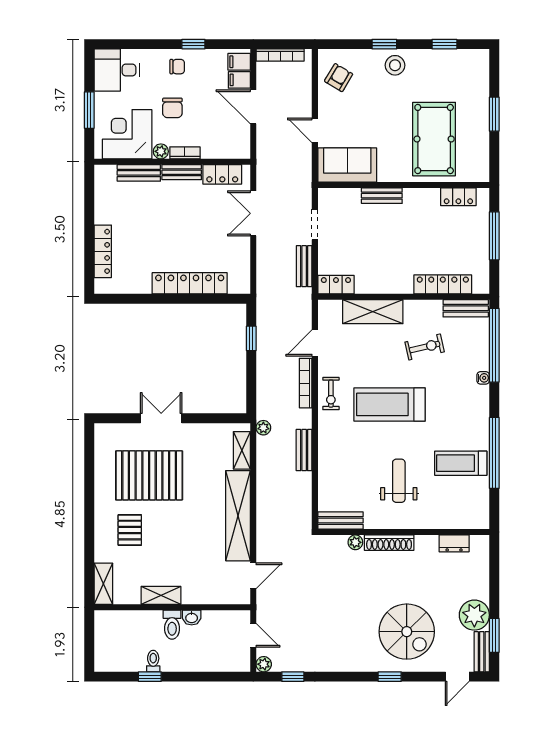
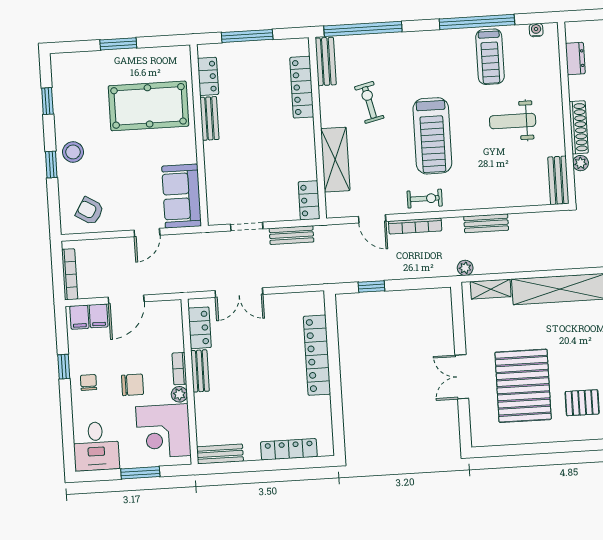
bench: (139, 173) -> (220, 454), moved, turned 90
bench: (382, 196) -> (209, 118), moved
water cooler: (483, 378) -> (536, 30), moved

